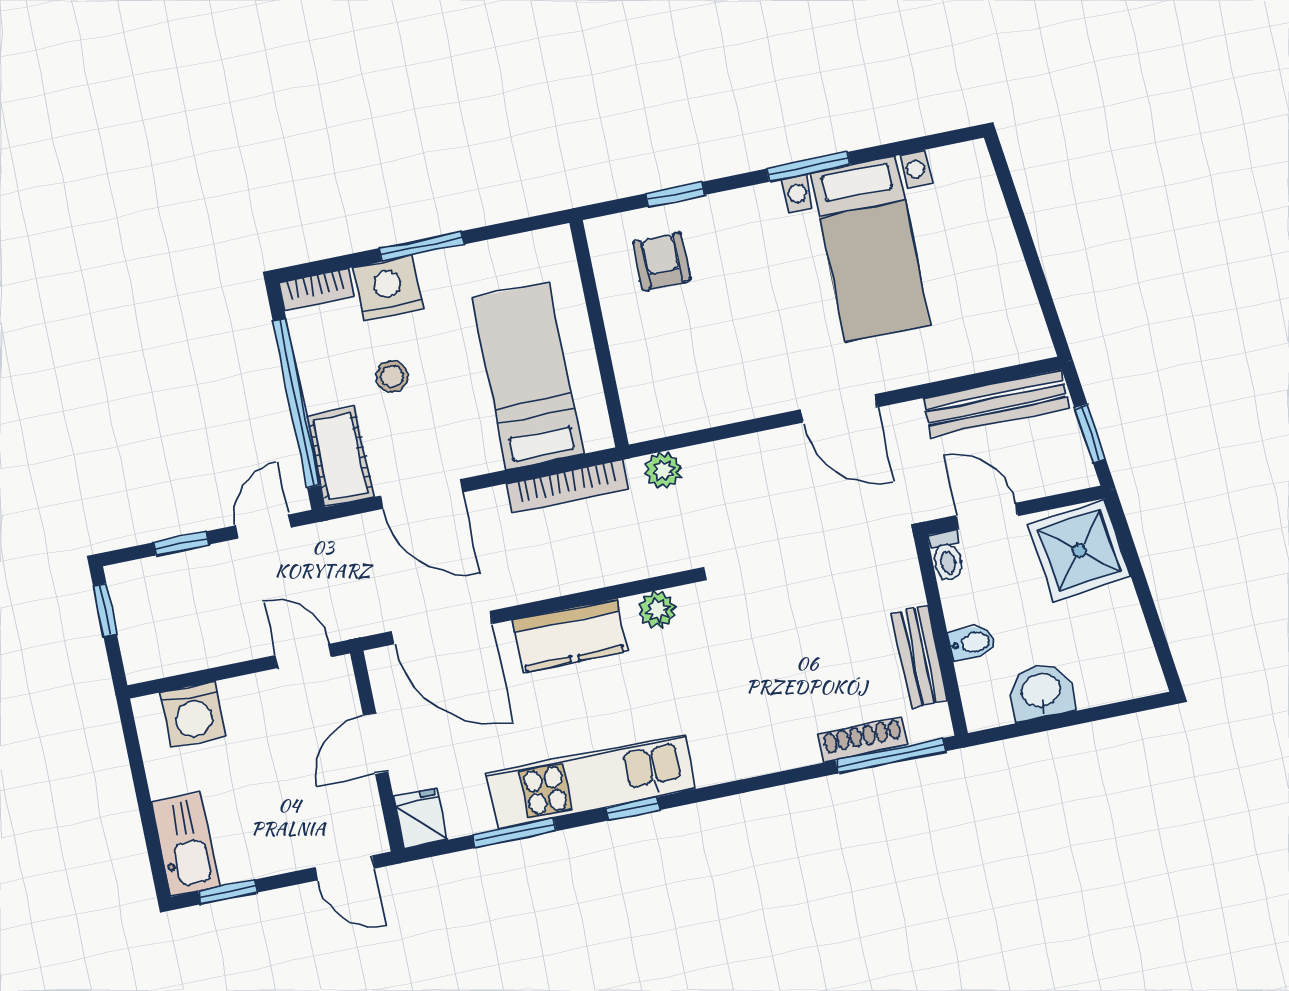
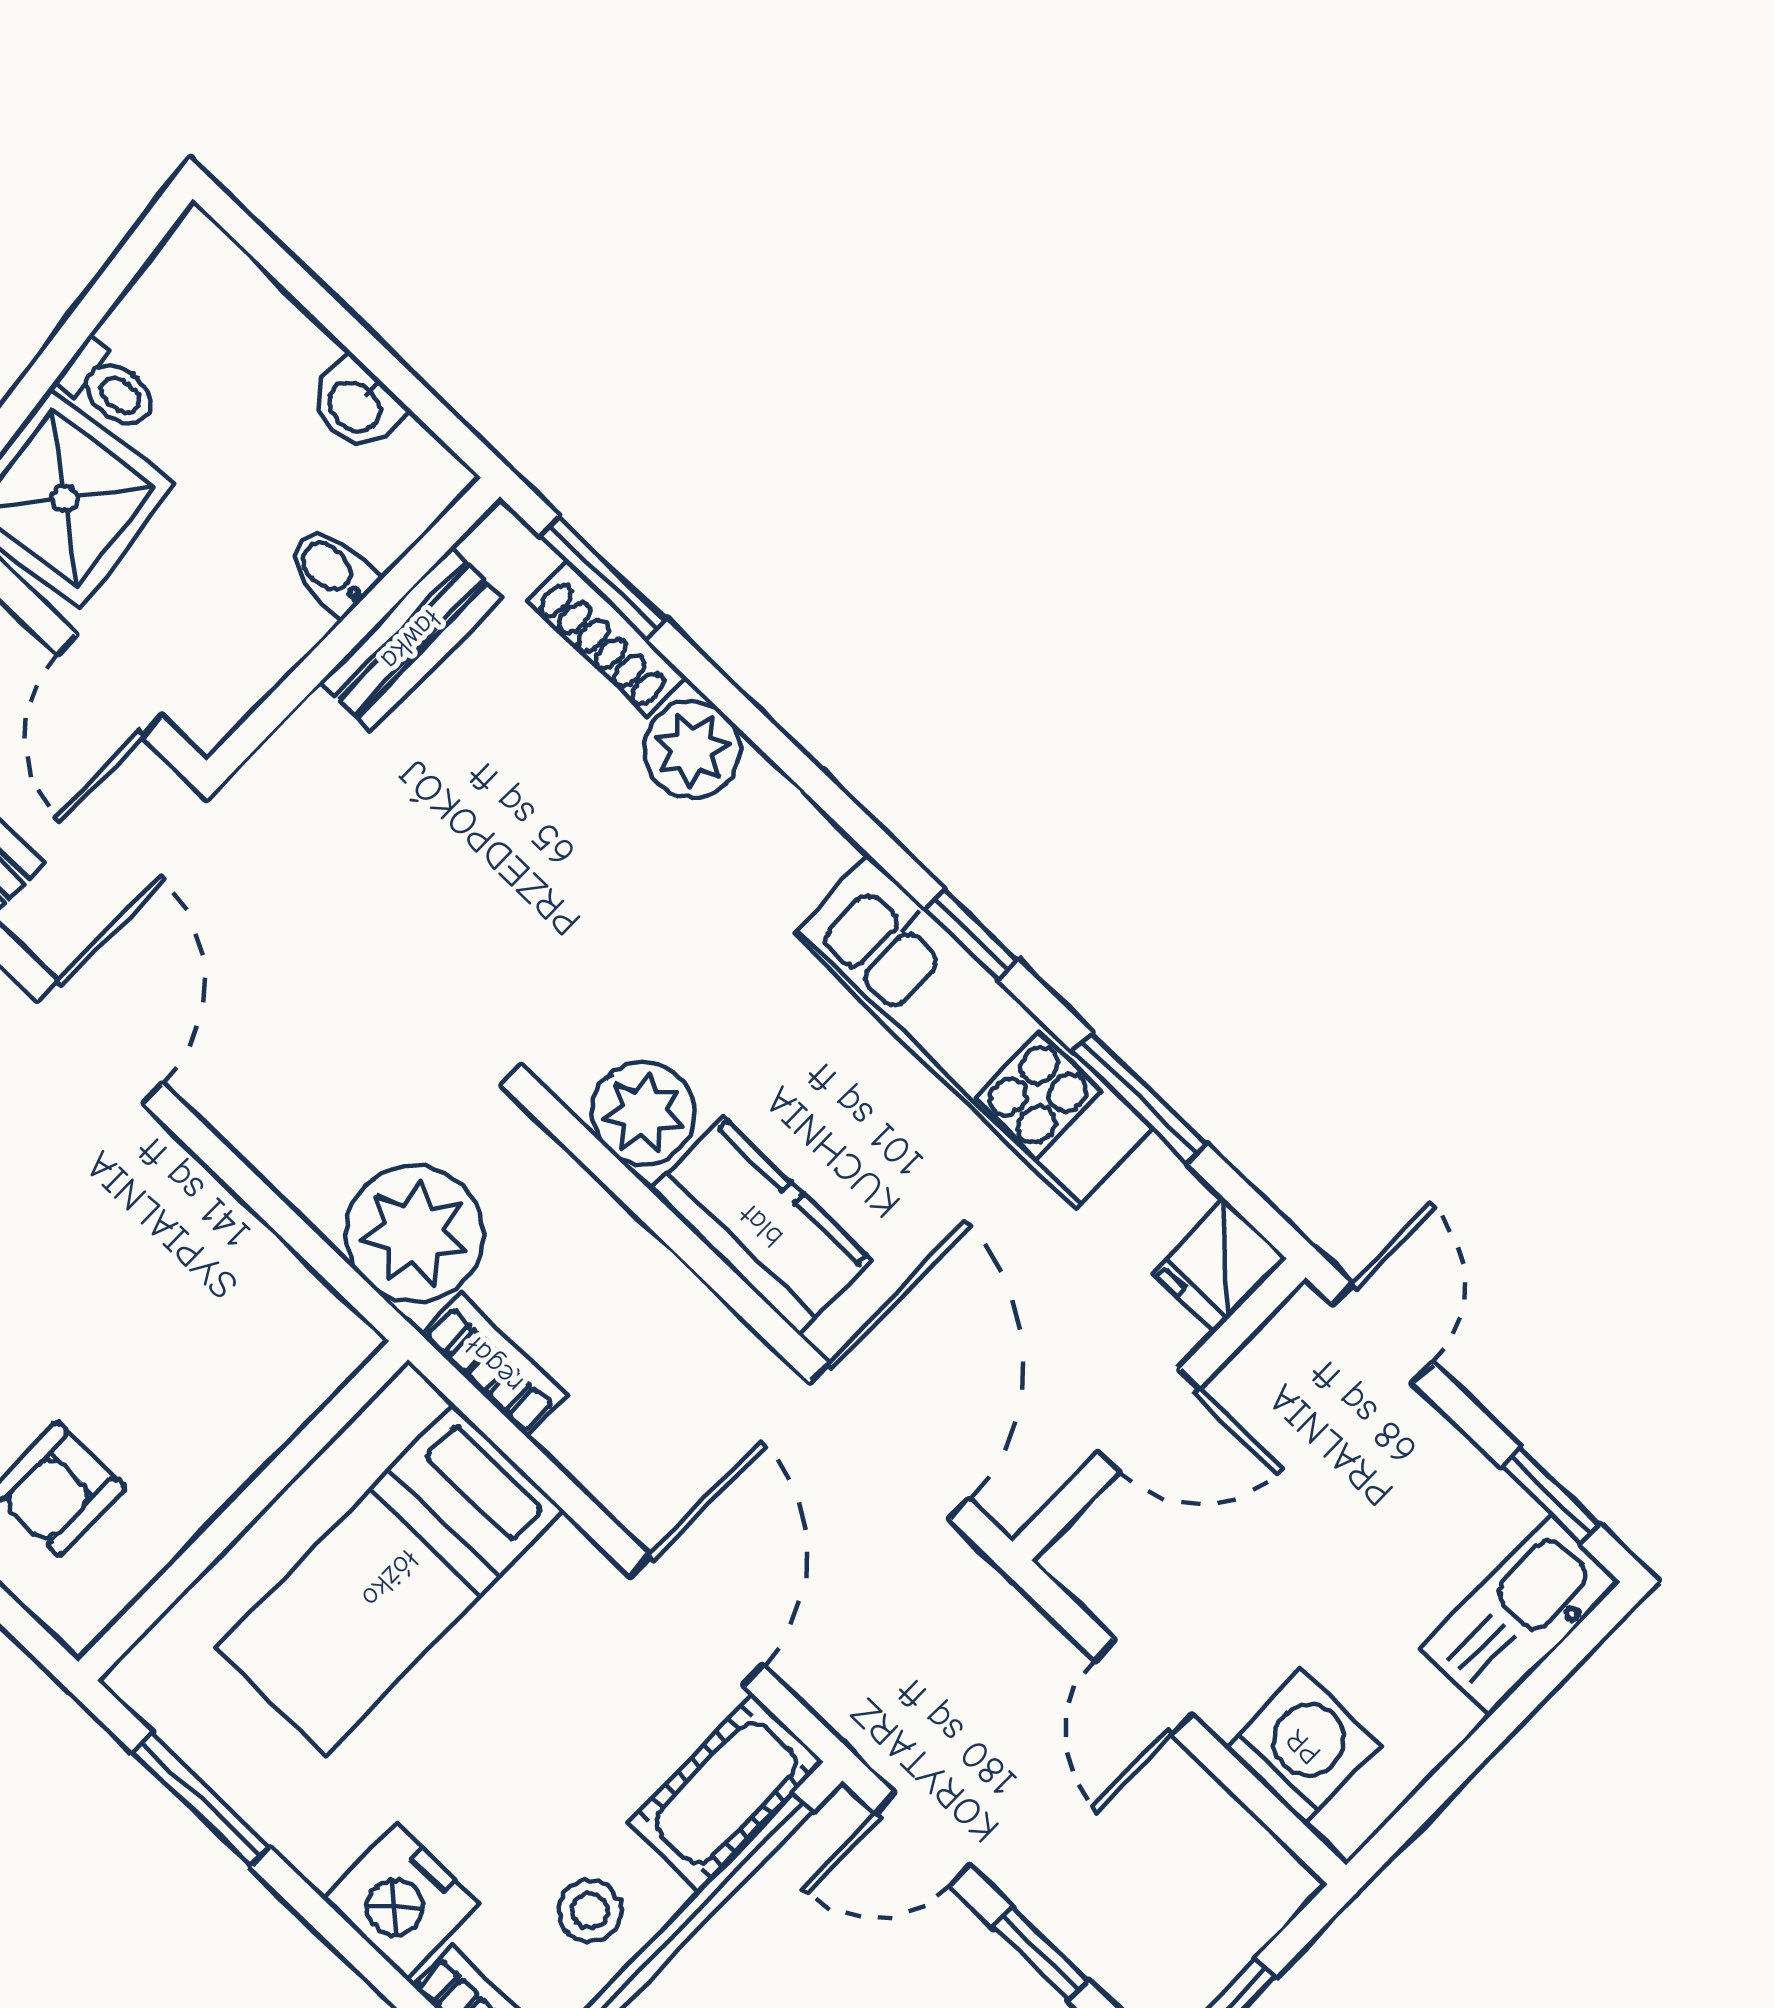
window: (421, 246) -> (201, 1800), moved
stool: (392, 376) -> (590, 1911), moved
plant: (663, 470) -> (415, 1234), width x1.87, depth x1.87
bookcase: (567, 486) -> (494, 1365), width x0.64
toilet: (947, 556) -> (109, 387), moved, turned 83
plant: (657, 610) -> (643, 1113), width x1.38, depth x1.38
door: (303, 656) -> (1143, 1687), moved
washbasin: (1041, 692) -> (356, 405), width x0.72, depth x0.69
plant: (792, 744) -> (692, 750), added
window: (890, 756) -> (603, 577), width x0.69

